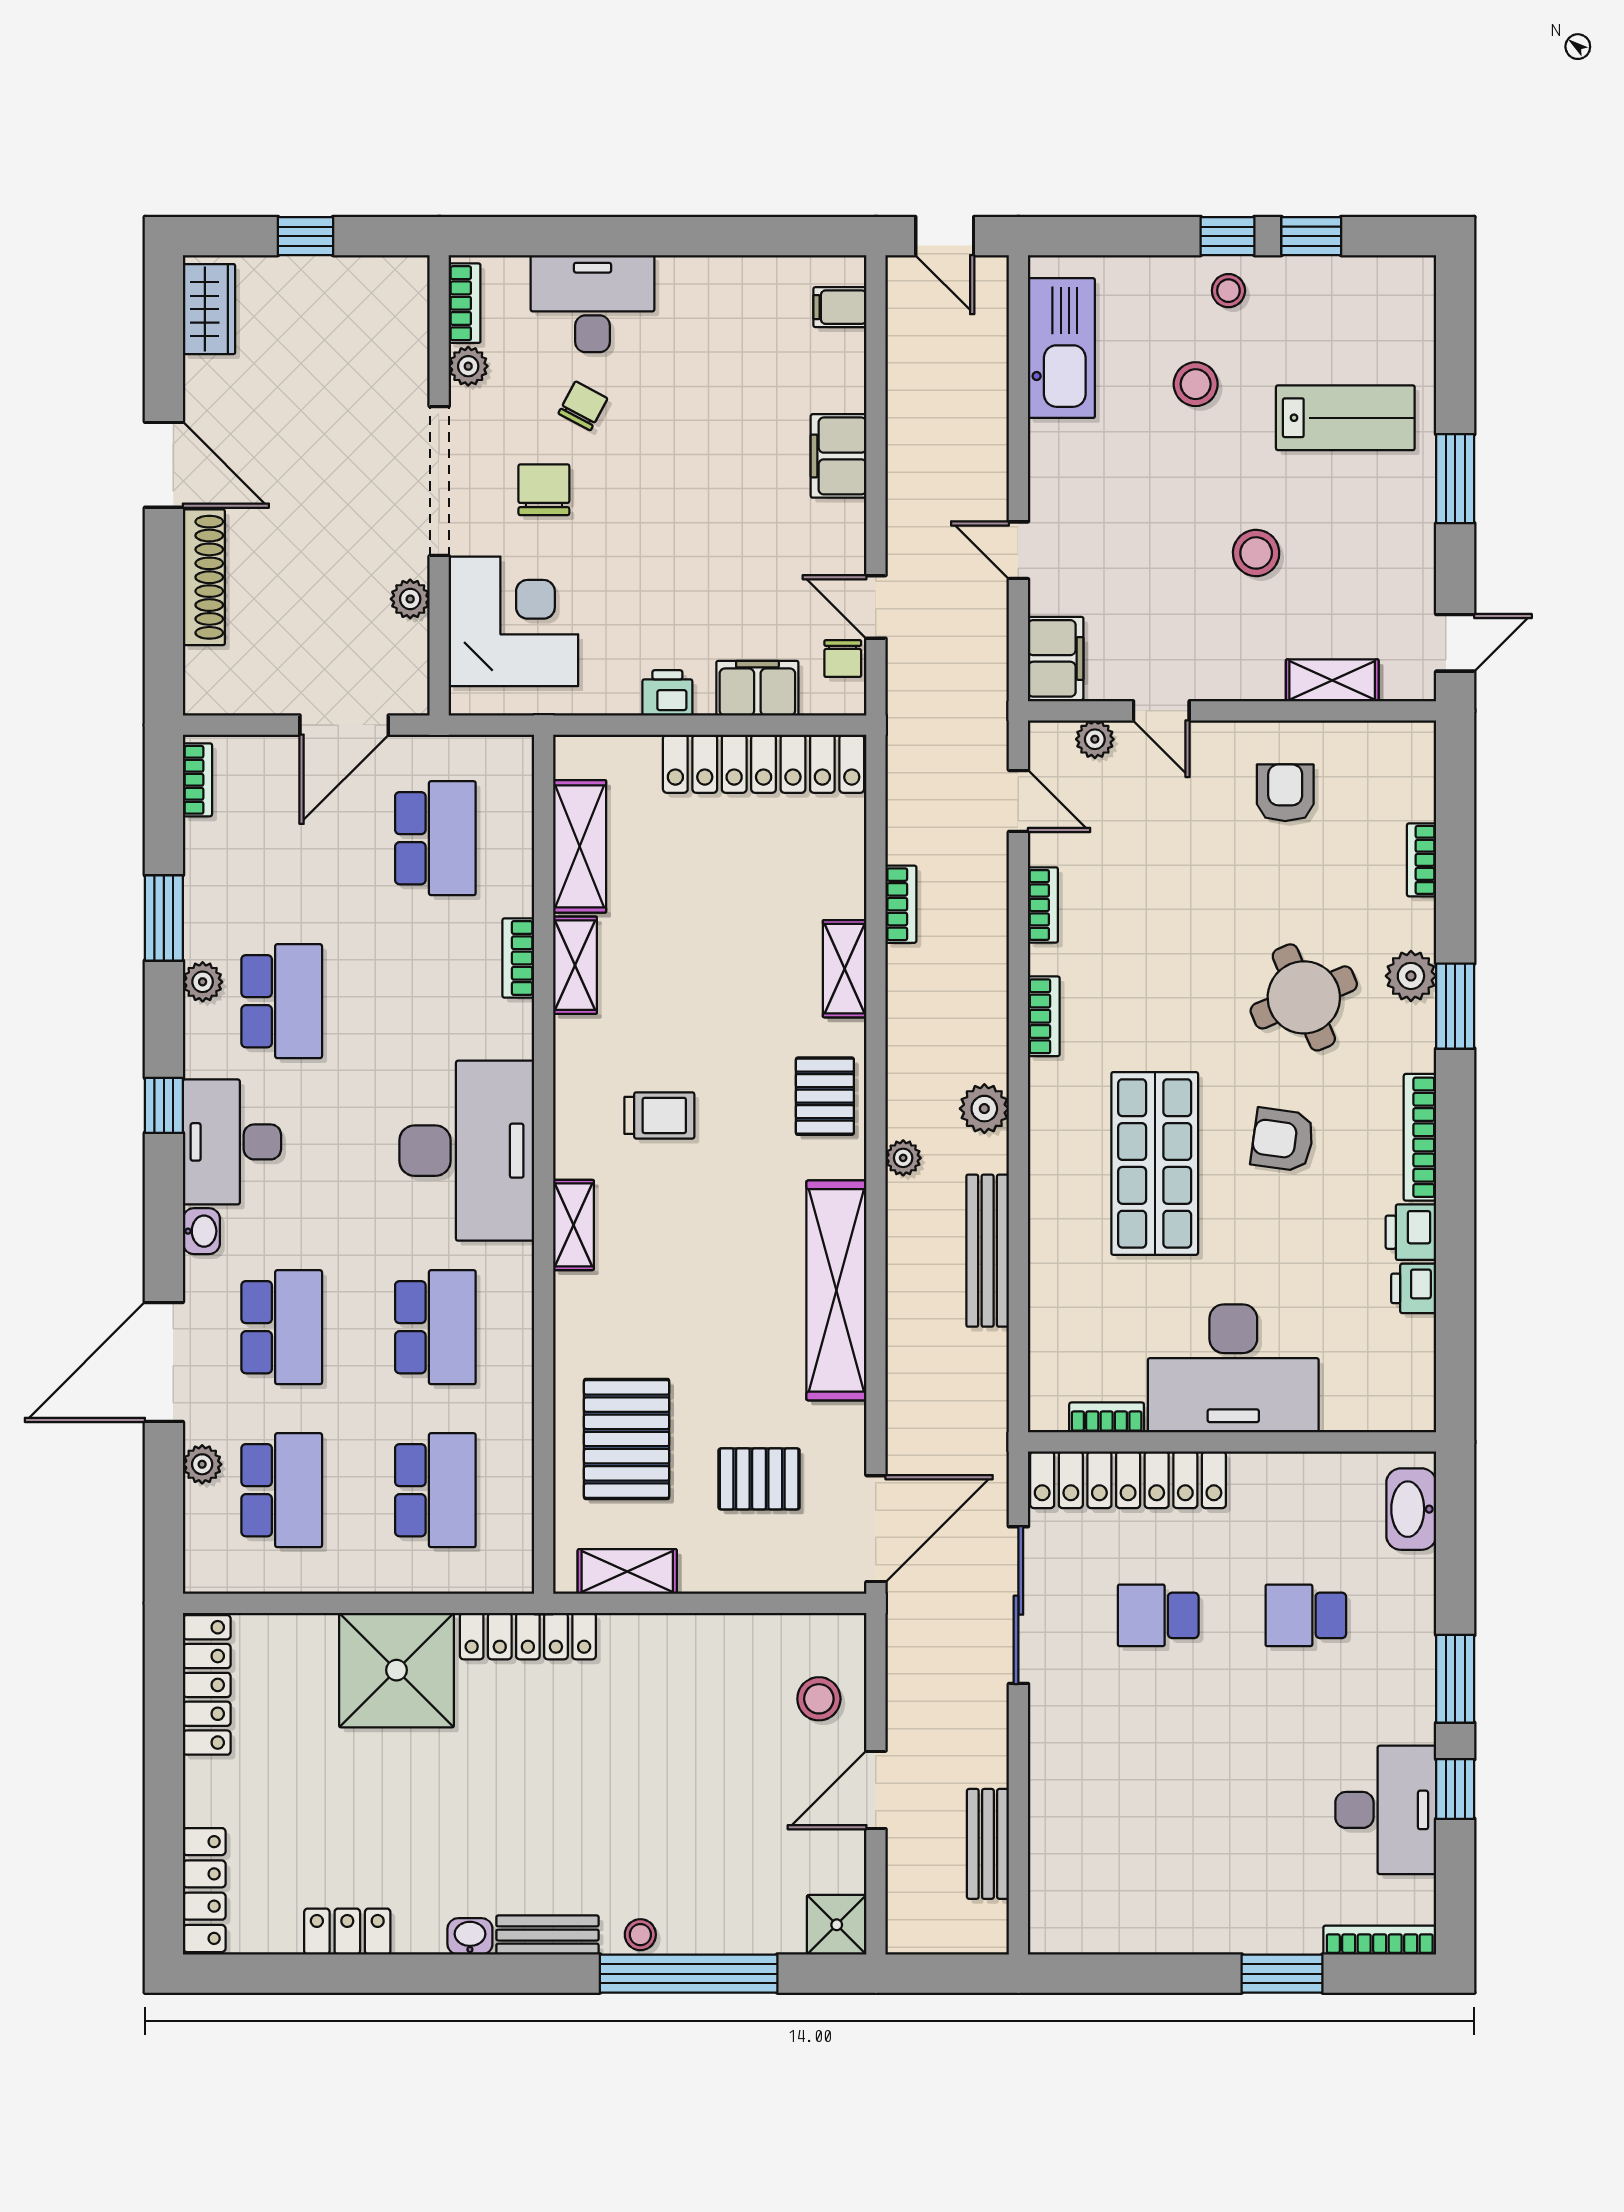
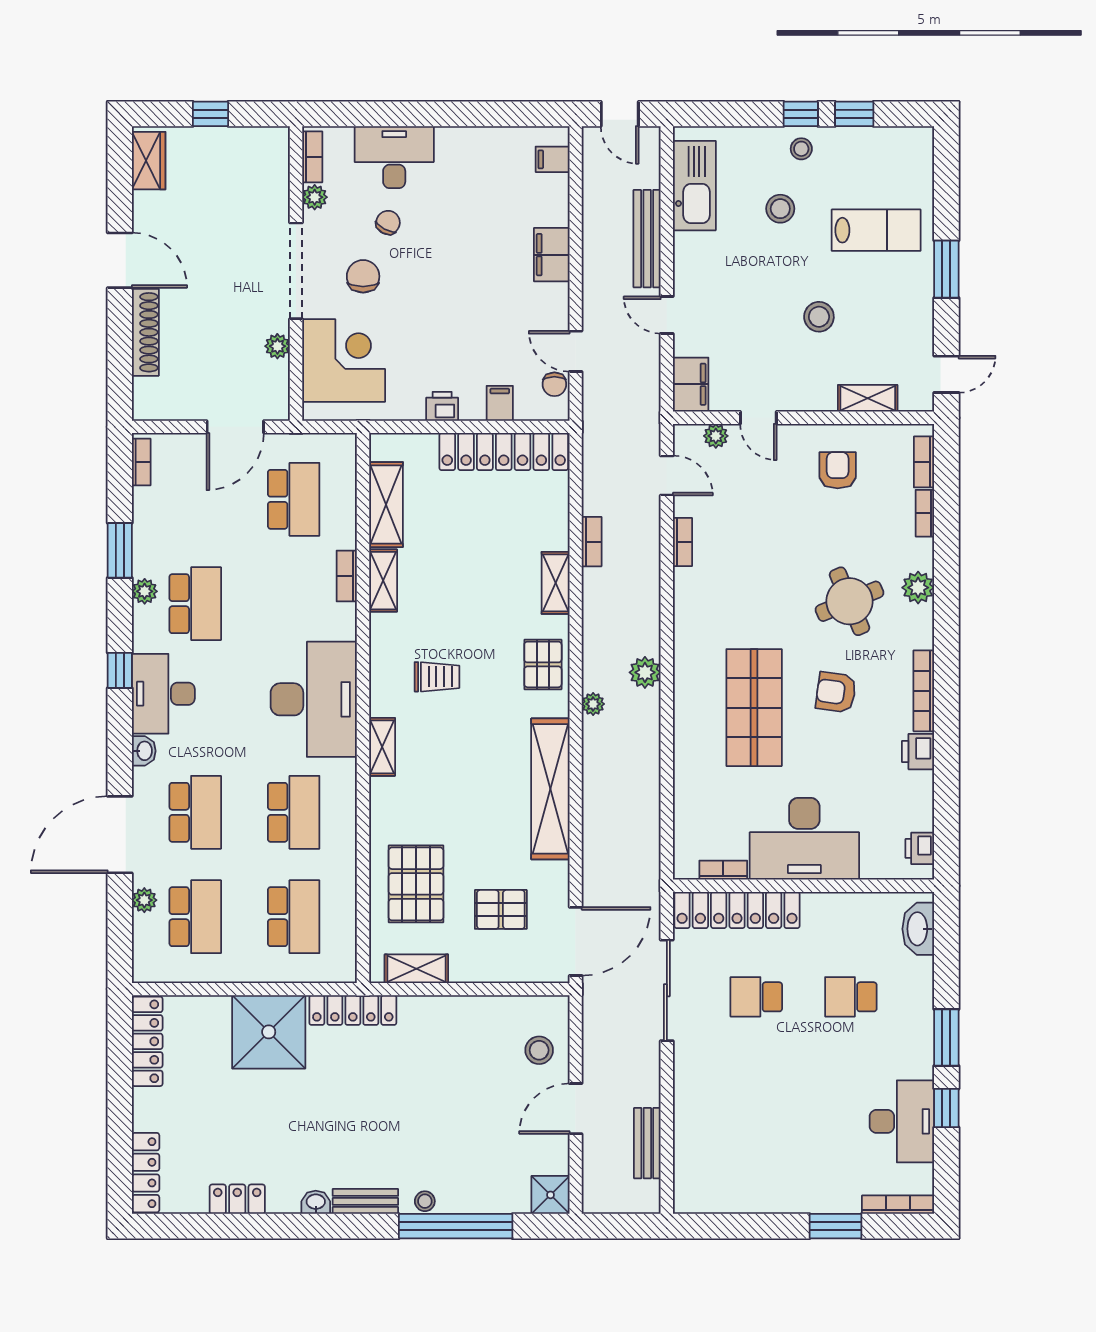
filing cabinet: (757, 688) -> (500, 403), width x0.50
window: (1455, 1006) -> (946, 607), removed
bookcase: (1044, 1016) -> (924, 462), moved, turned 180
bench: (988, 1251) -> (647, 239), moved
printer: (1414, 1288) -> (920, 848), moved

